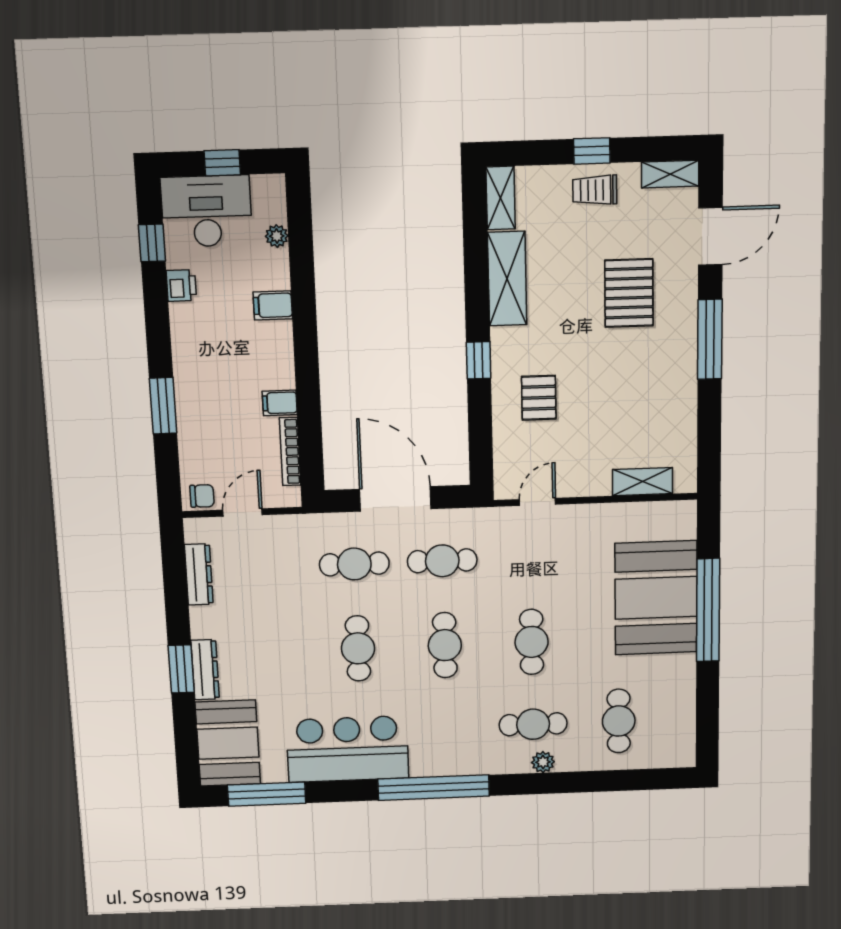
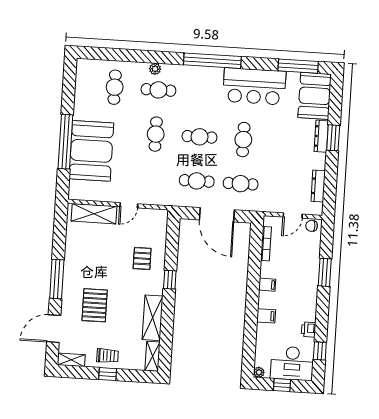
plant: (277, 236) -> (259, 372), moved
filing cabinet: (280, 403) -> (267, 285), moved
shelving: (643, 482) -> (94, 214), width x1.50, depth x1.33
door: (537, 502) -> (129, 205), moved
cafe table: (445, 645) -> (200, 137), turned 90

